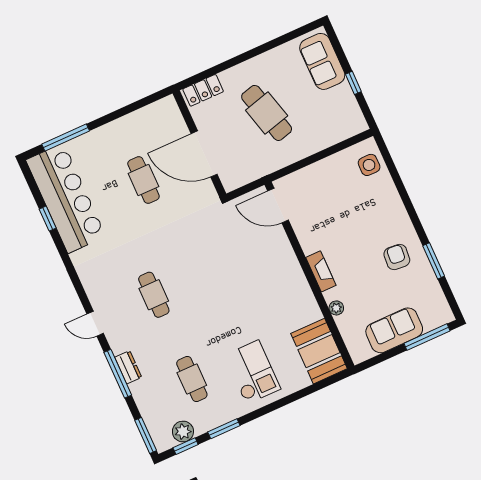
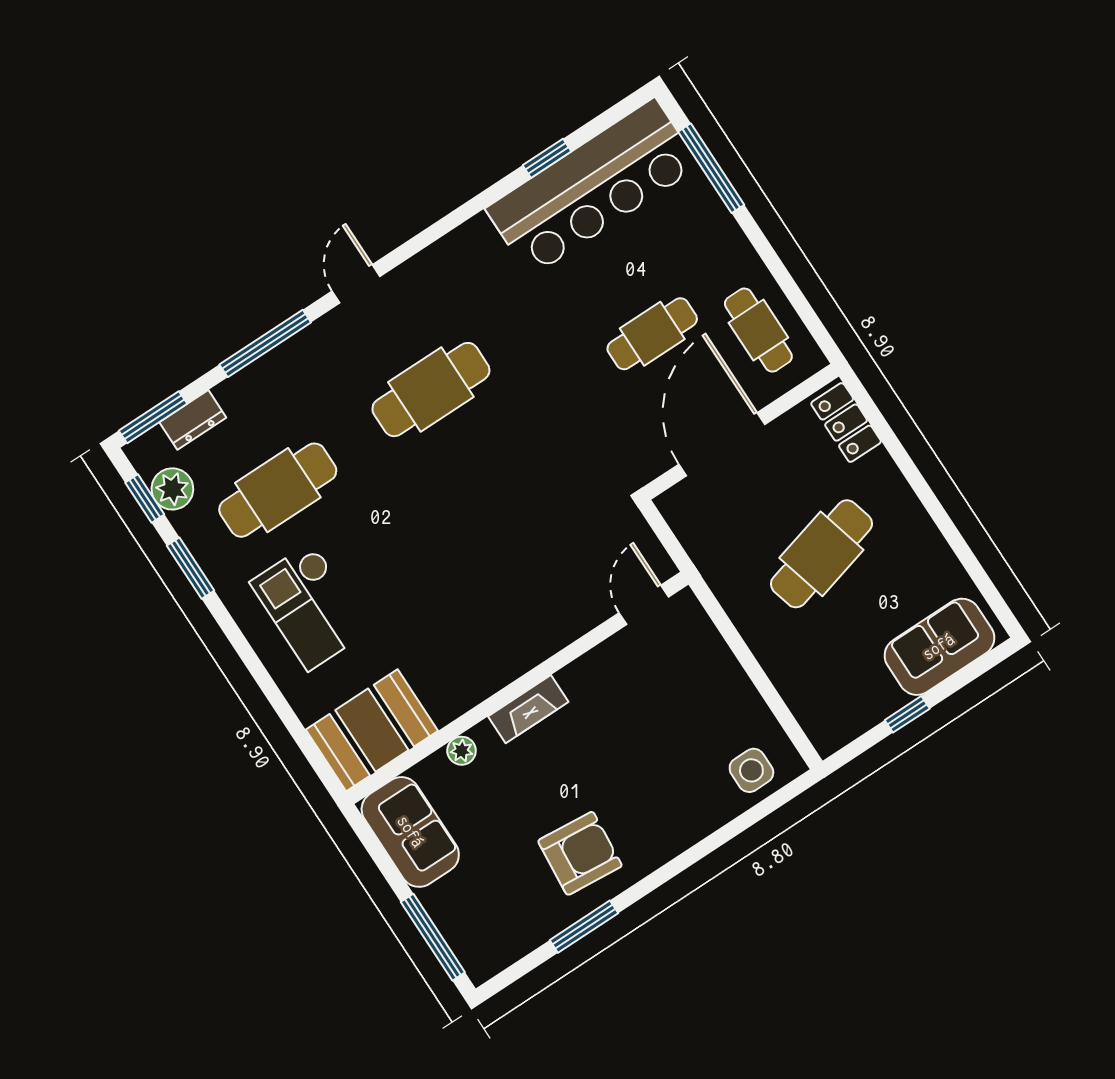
cafe table: (150, 127) -> (758, 330), added
door: (278, 206) -> (644, 605), width x0.73
armchair: (397, 257) -> (580, 853), width x1.38, depth x1.38
cafe table: (154, 295) -> (431, 390), width x1.37, depth x1.35
sofa: (394, 330) -> (410, 832), moved
dresser: (128, 367) -> (193, 420), moved
checkout: (252, 372) -> (310, 606), turned 90
cafe table: (192, 379) -> (278, 490), width x1.37, depth x1.35

